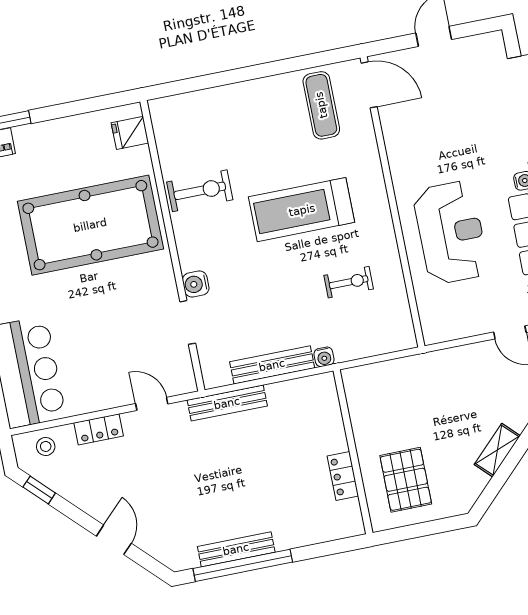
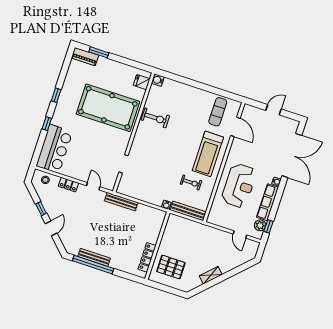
door: (369, 85) -> (235, 127), moved
treadmill: (302, 210) -> (208, 154), moved, turned -90
water cooler: (196, 284) -> (158, 80), moved
bench: (272, 365) -> (188, 211), moved
locker: (343, 476) -> (147, 257), width x1.53
pallet: (406, 480) -> (171, 267), turned 90
window: (39, 490) -> (41, 209), moved

